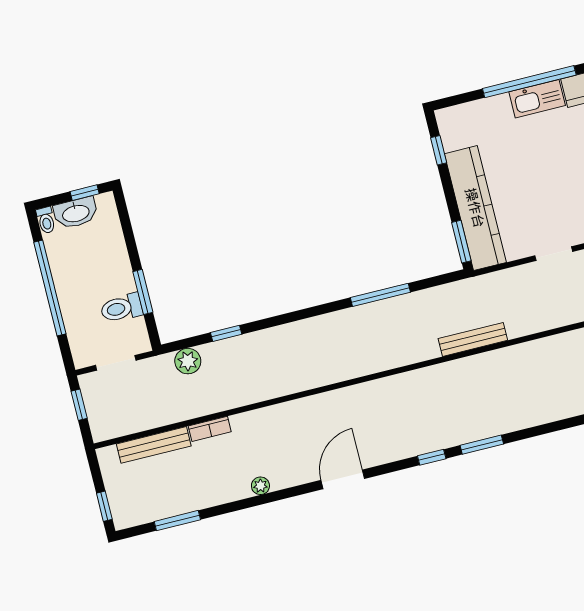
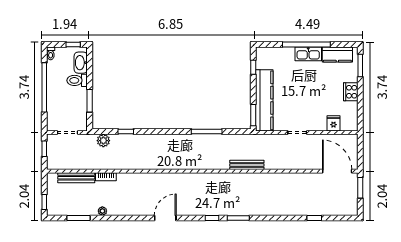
washbasin: (76, 213) -> (81, 63), moved, turned 90
toilet: (121, 308) -> (77, 80), moved
plant: (260, 486) -> (102, 211), moved

